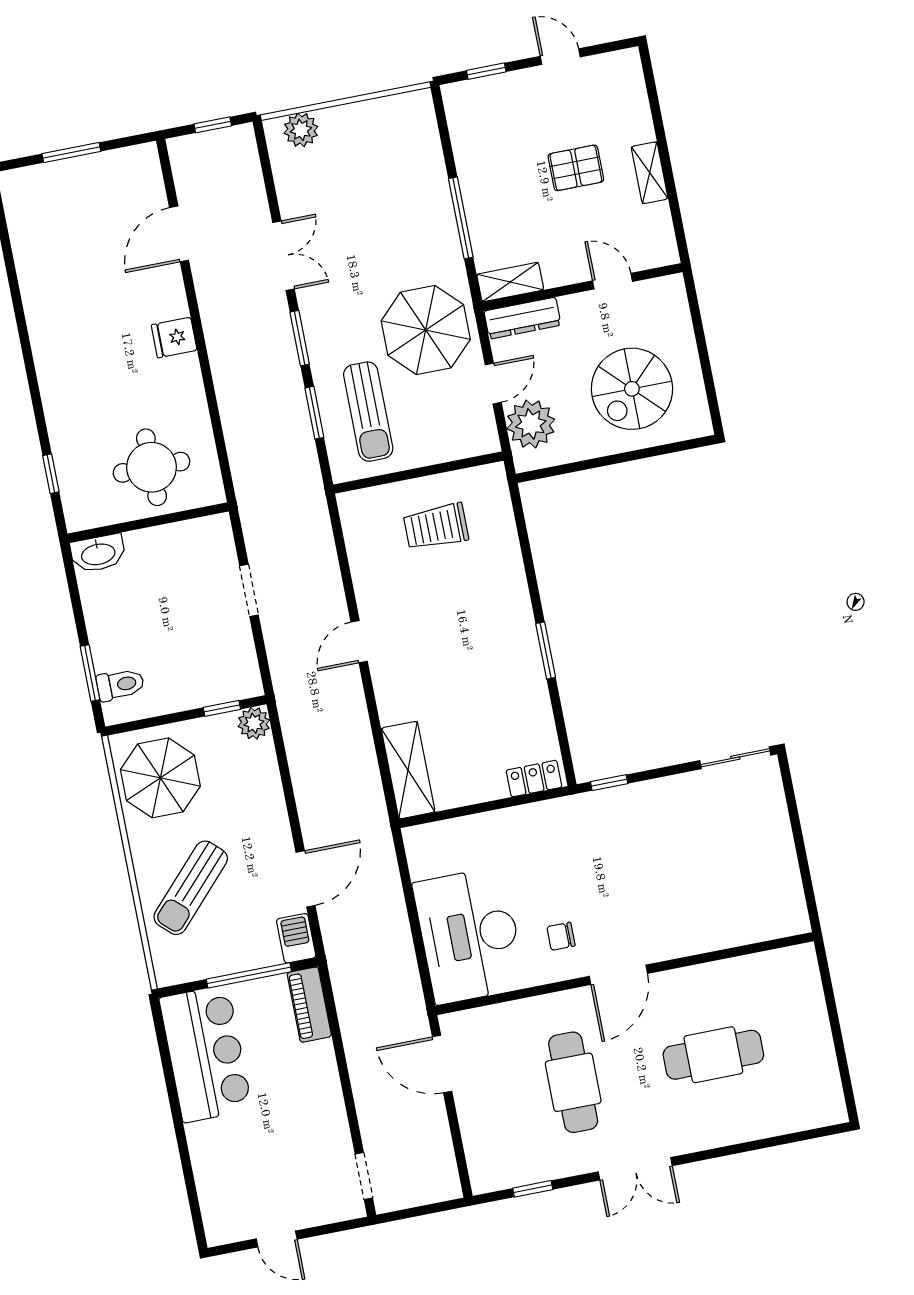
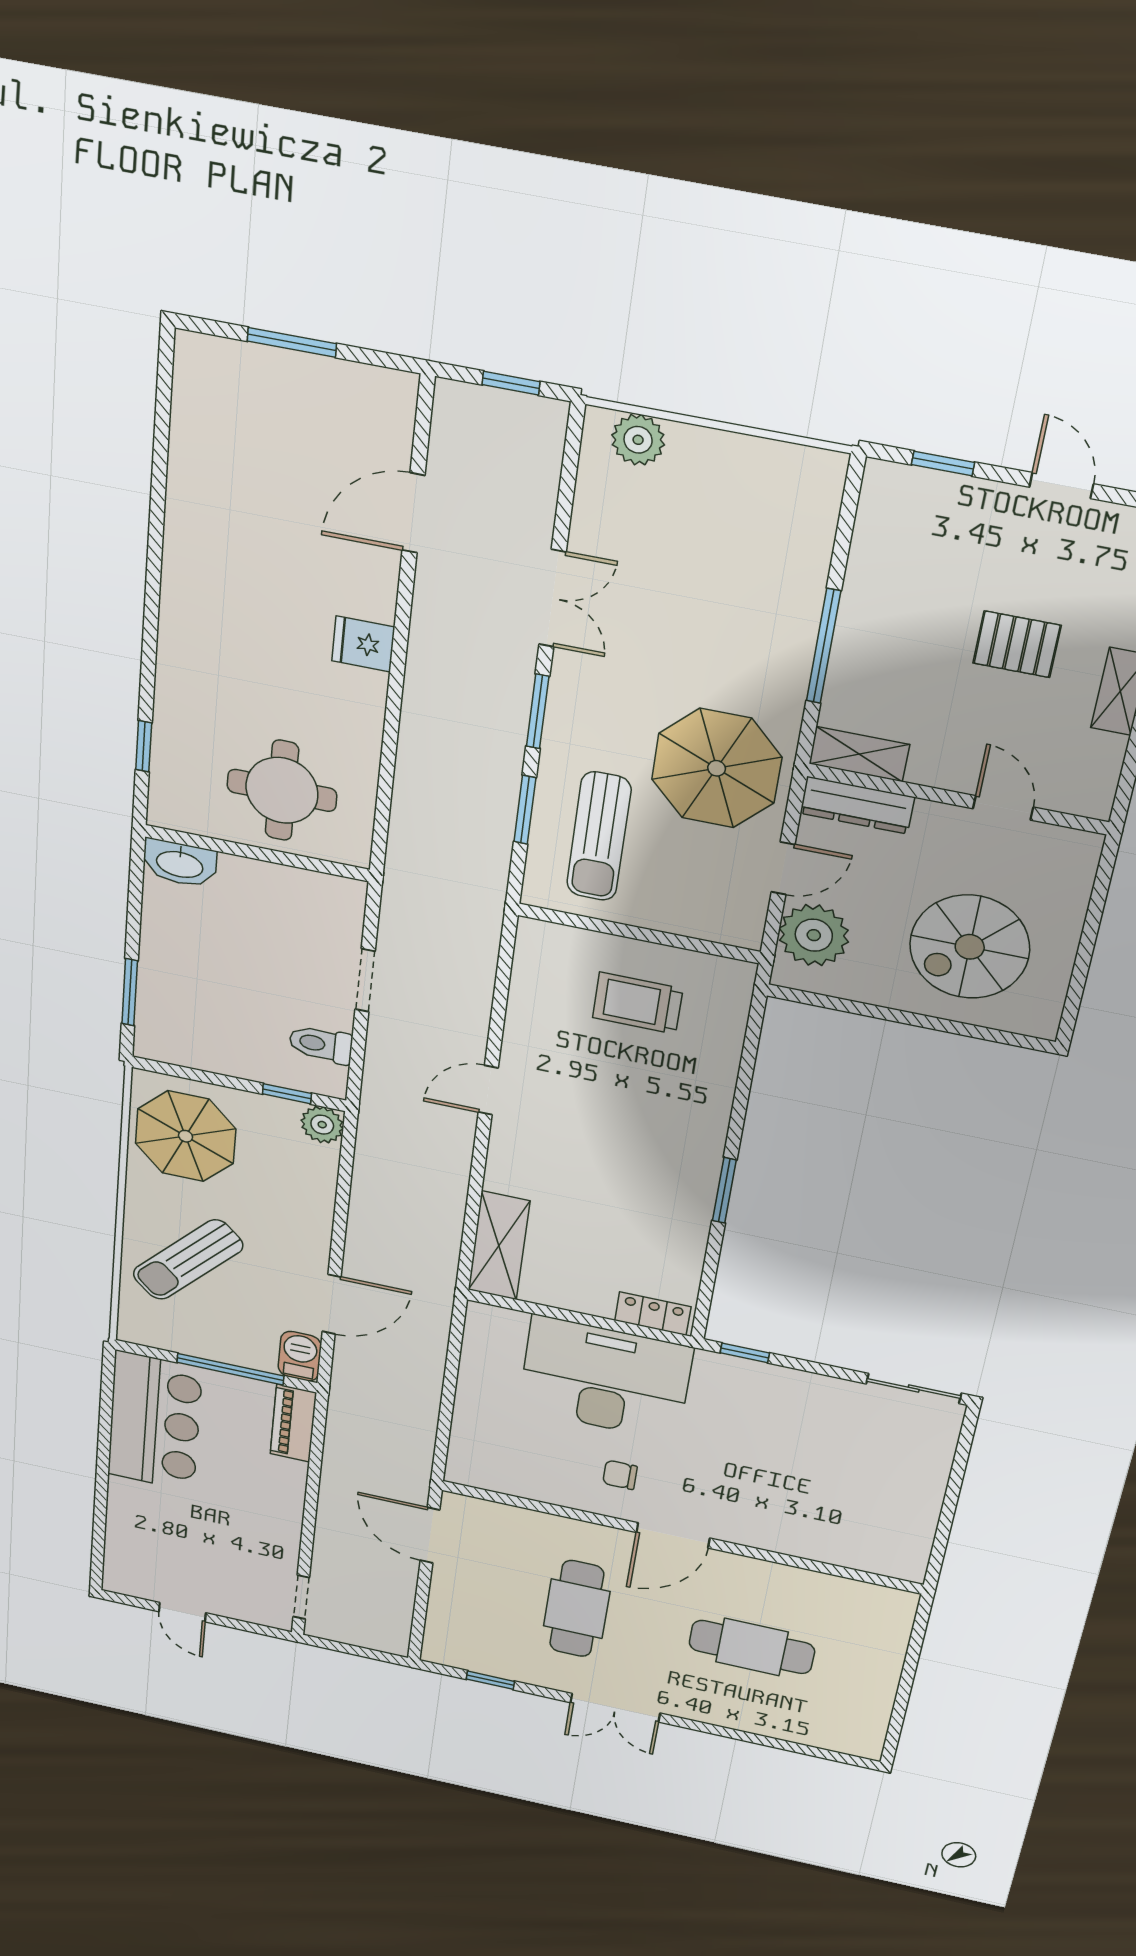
toilet: (120, 685) -> (321, 1044), moved, turned 180
desk: (469, 935) -> (605, 1379), moved, turned 90

